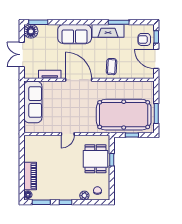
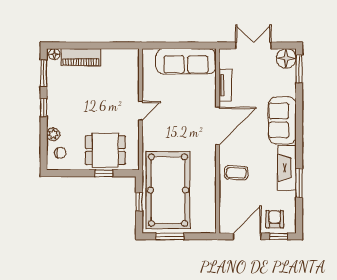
door: (68, 134) -> (141, 111), swing flipped

